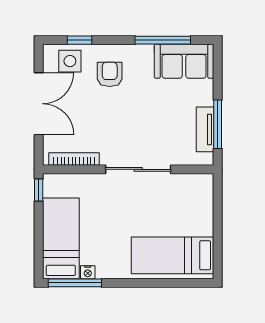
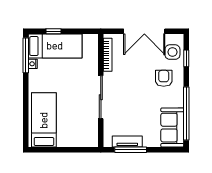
window: (163, 40) -> (186, 113), width x1.46
armchair: (110, 74) -> (164, 78), turned -90
window: (39, 190) -> (53, 31), moved

